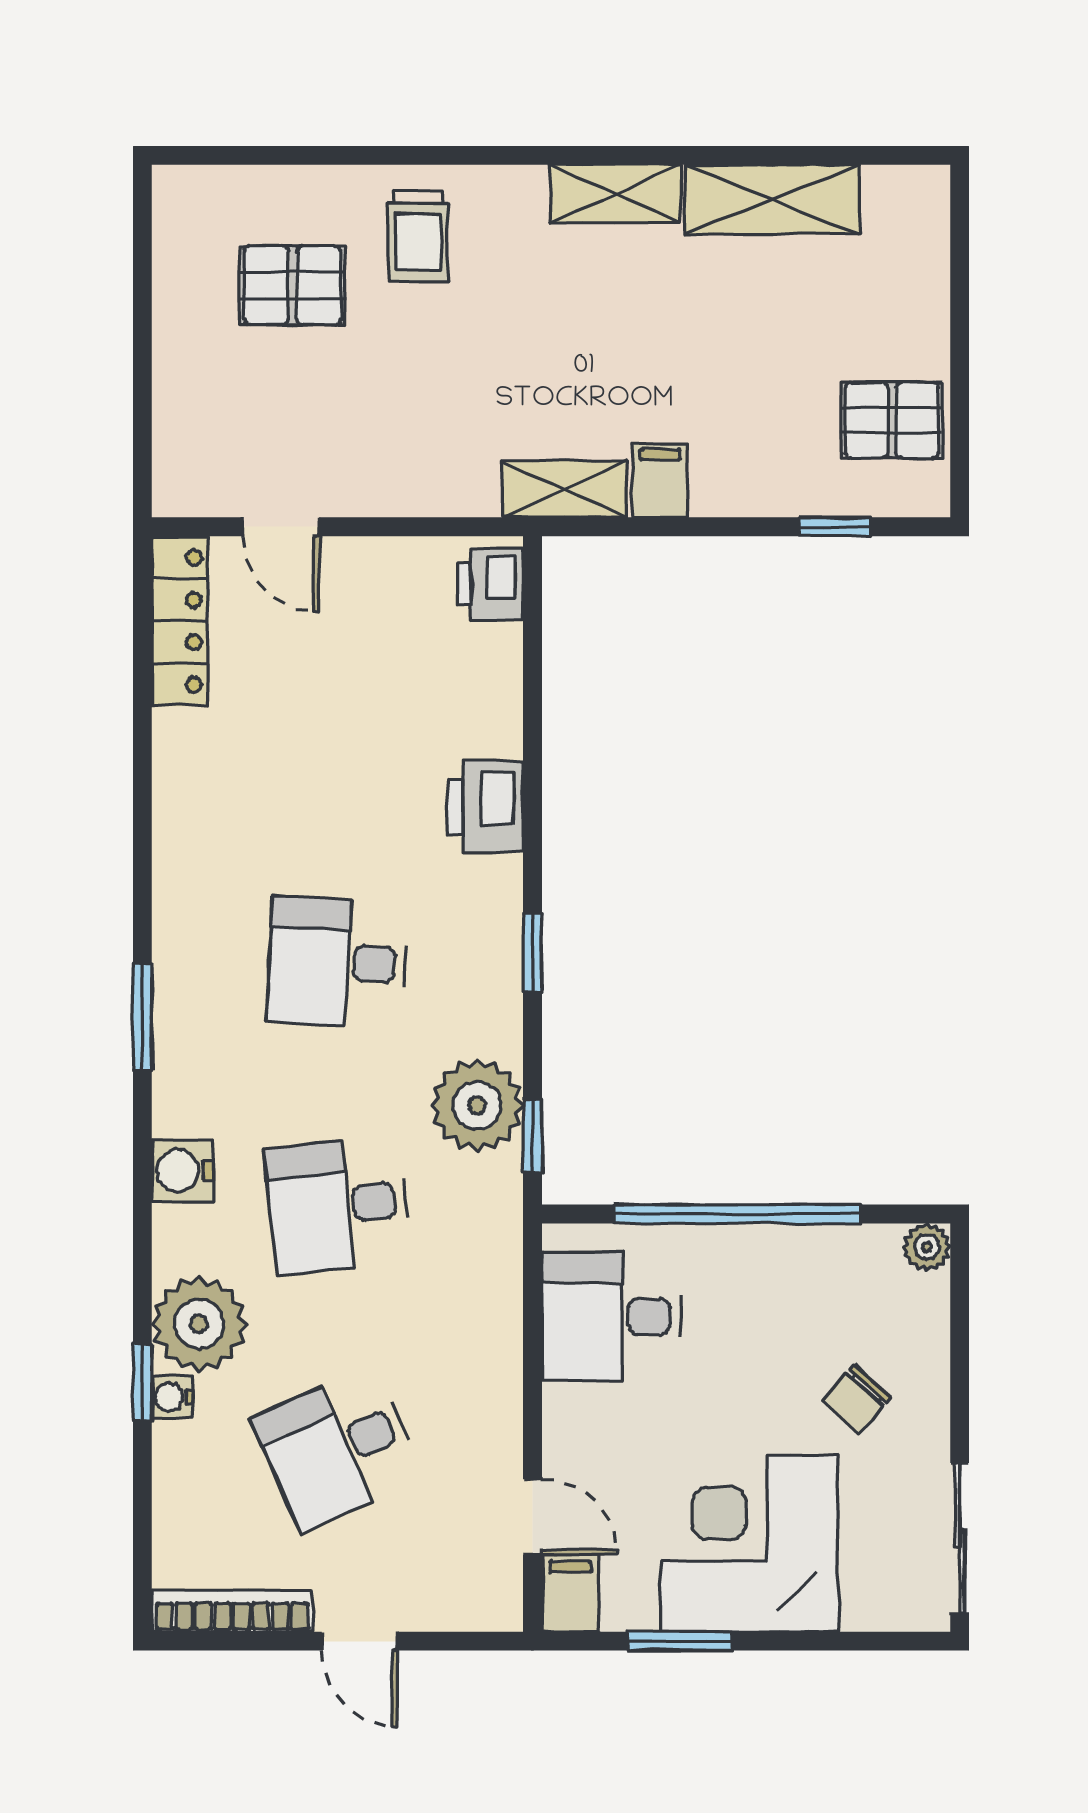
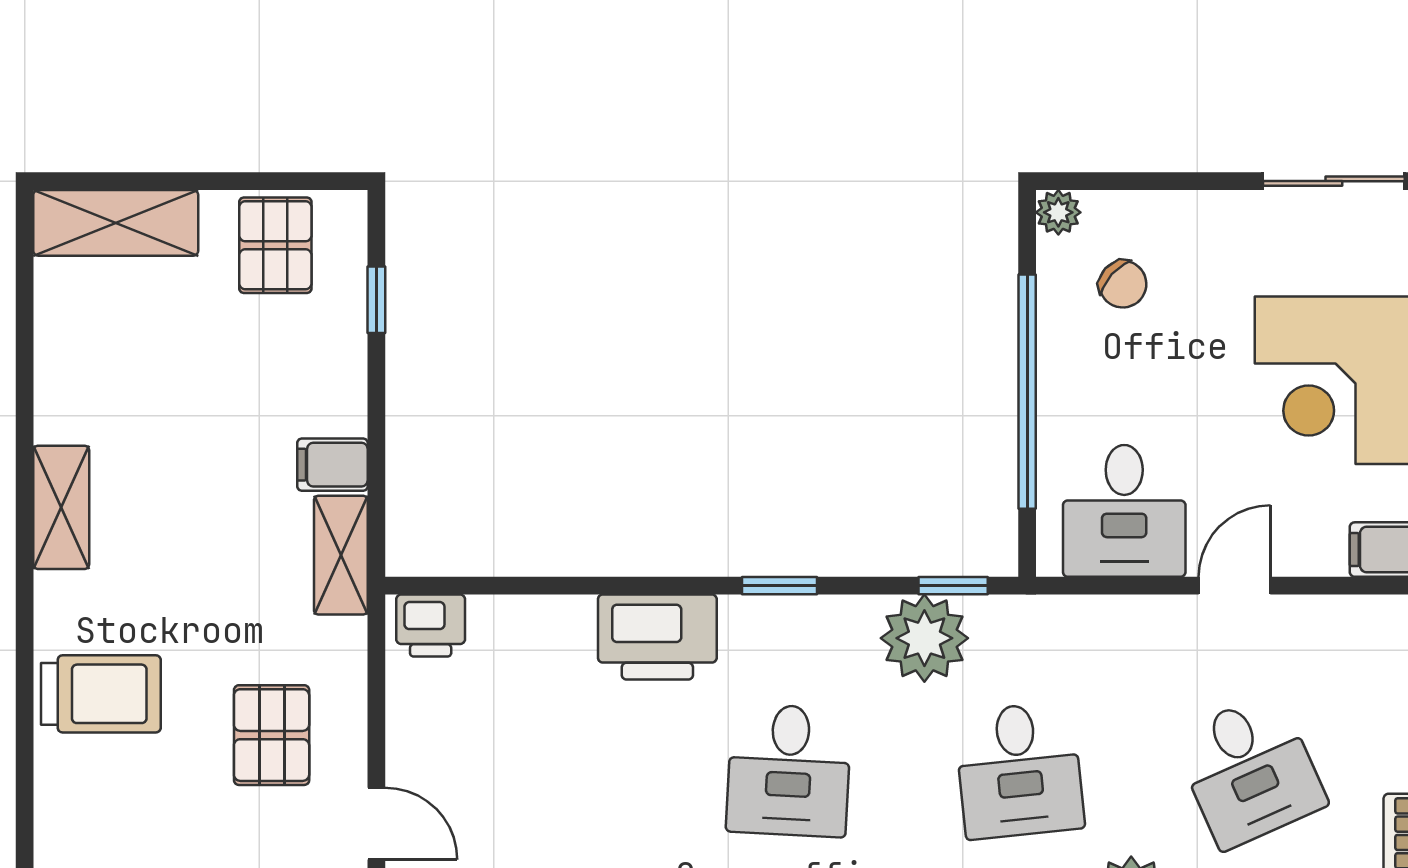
shelving: (772, 199) -> (116, 223), moved, turned 90
trolley: (418, 236) -> (101, 694), width x1.36, depth x1.39
pallet: (292, 285) -> (272, 735), moved
door: (281, 527) -> (376, 824), hinge flipped
printer: (485, 807) -> (657, 637), width x1.37, depth x1.19
chair: (857, 1399) -> (1123, 284), moved
door: (532, 1517) -> (1235, 586), moved

